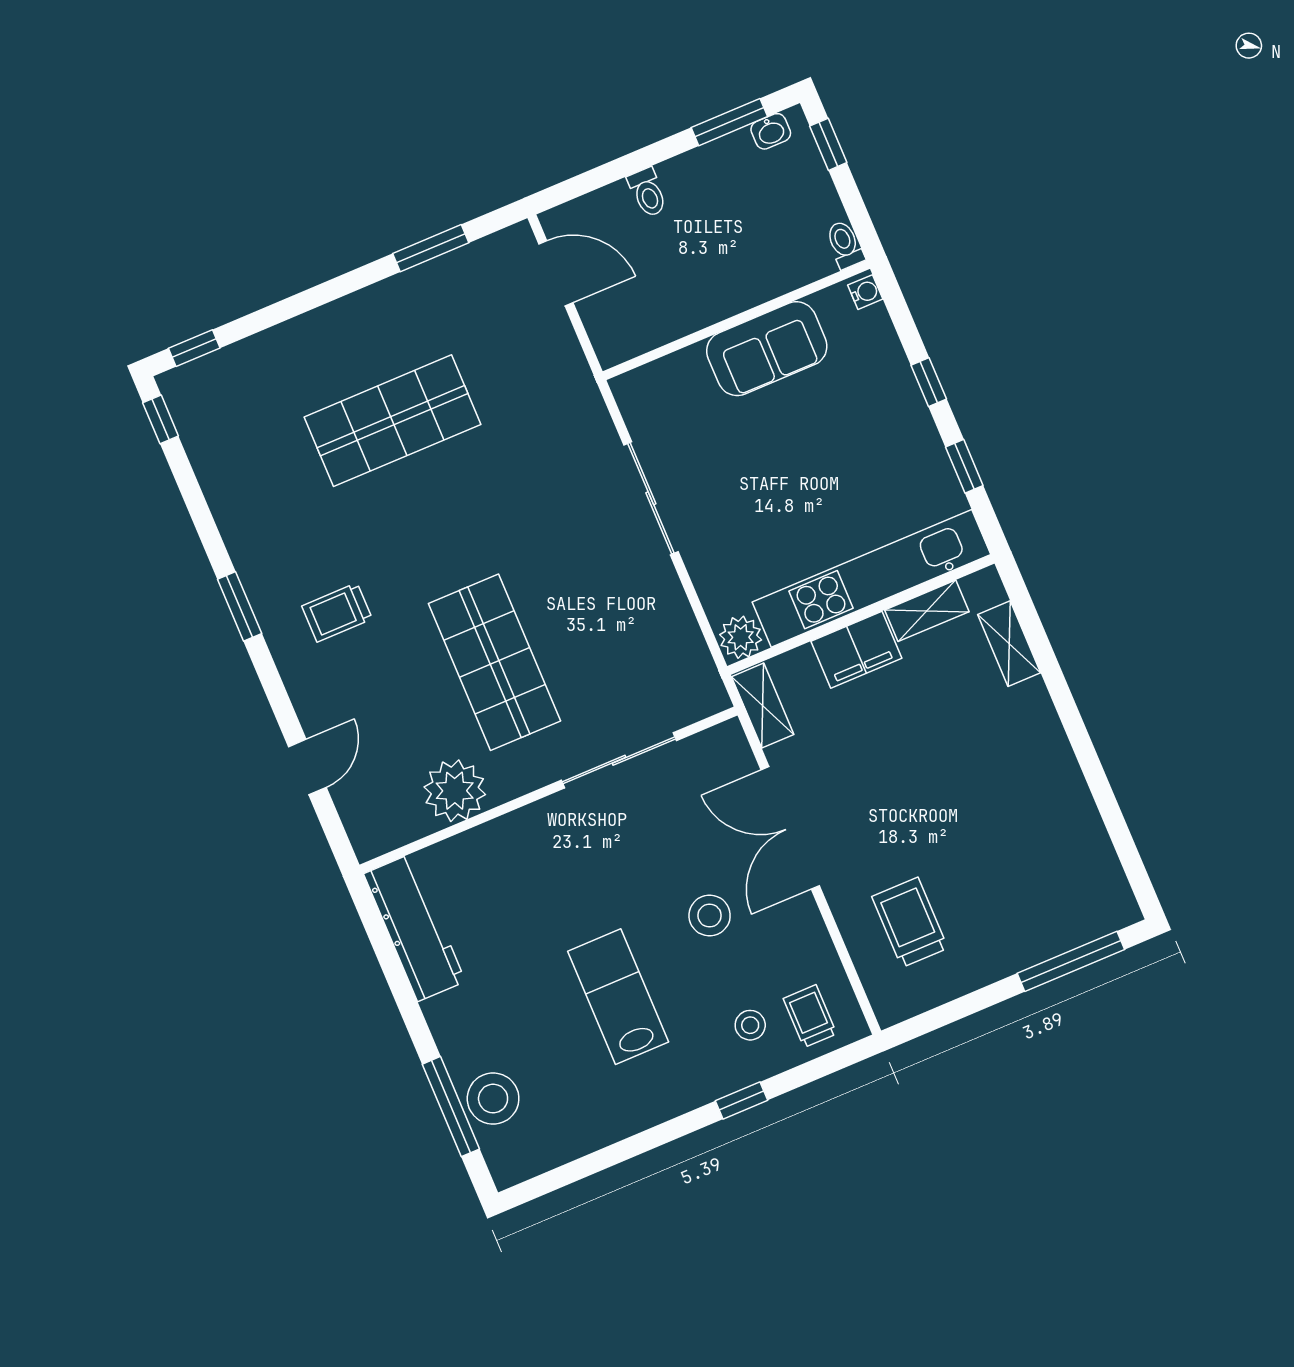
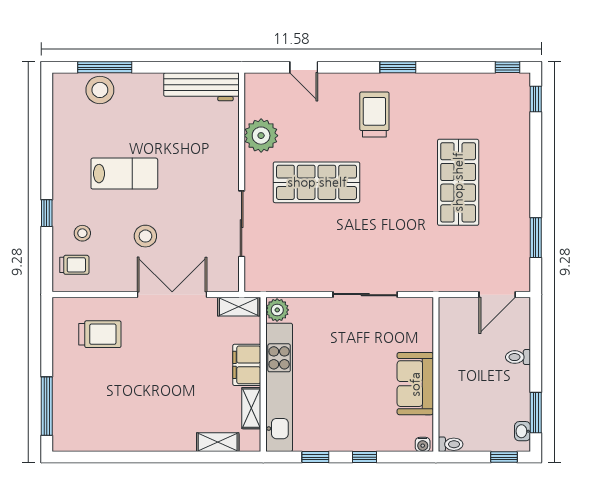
trolley: (337, 612) -> (374, 114), width x1.36, depth x1.39

